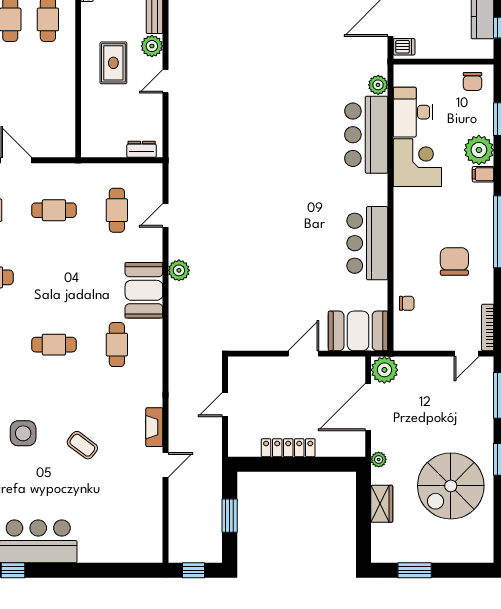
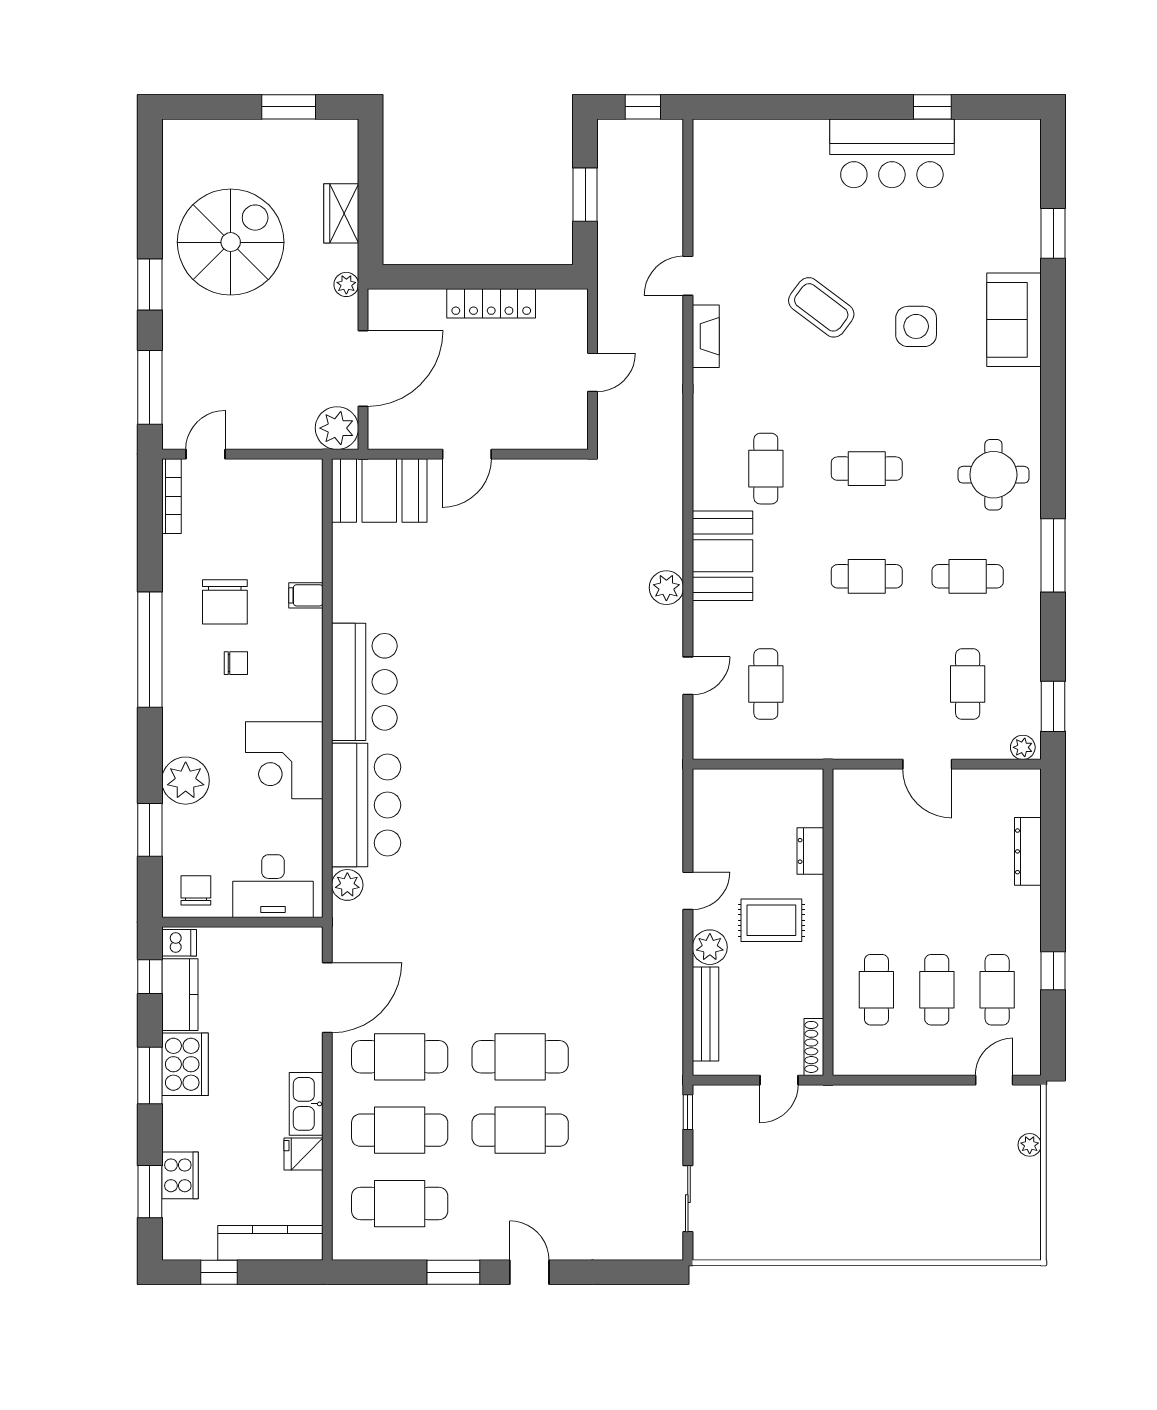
dishwasher: (404, 47) -> (179, 943), moved, turned 180
rug: (113, 63) -> (771, 920), turned 90
desk: (413, 112) -> (273, 886), moved, turned 90
dresser: (142, 149) -> (810, 851), moved, turned 90
filing cabinet: (483, 174) -> (306, 595), moved, turned 180
cafe table: (54, 210) -> (867, 576), moved
bar counter: (367, 243) -> (364, 682), moved
chair: (407, 303) -> (236, 663), moved, turned 180
coffee table: (82, 445) -> (821, 307), width x1.36, depth x1.30

